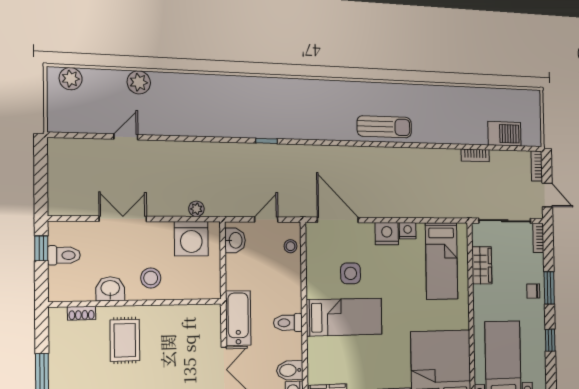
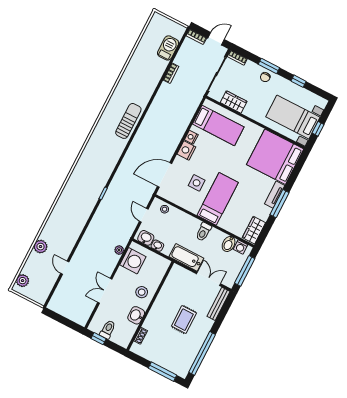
washbasin: (233, 264) -> (157, 246), added
rug: (125, 340) -> (184, 320), moved, turned 90

